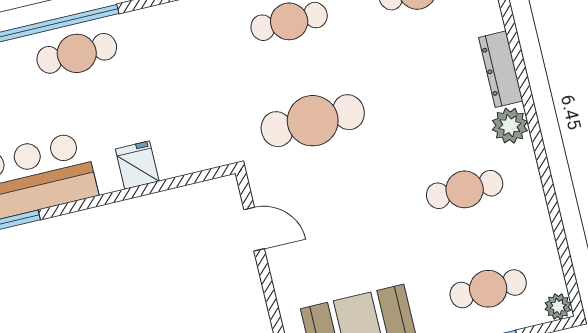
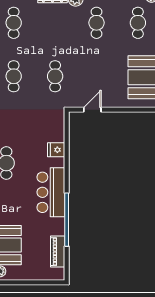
cafe table: (313, 121) -> (55, 76), width x0.73, depth x0.74

